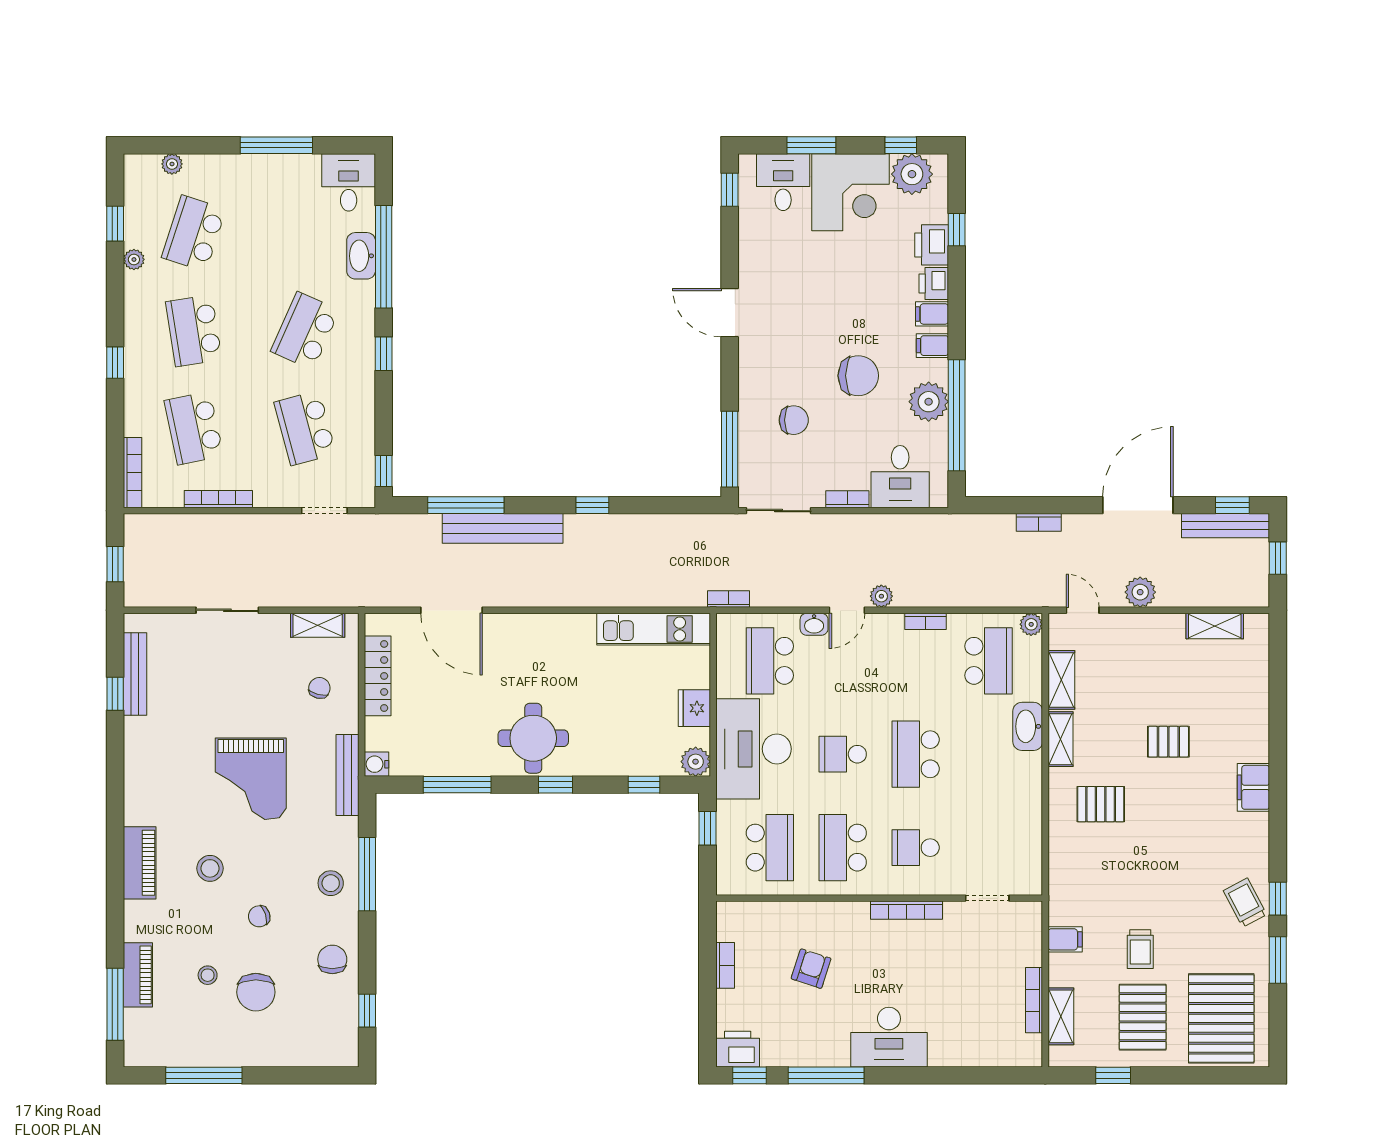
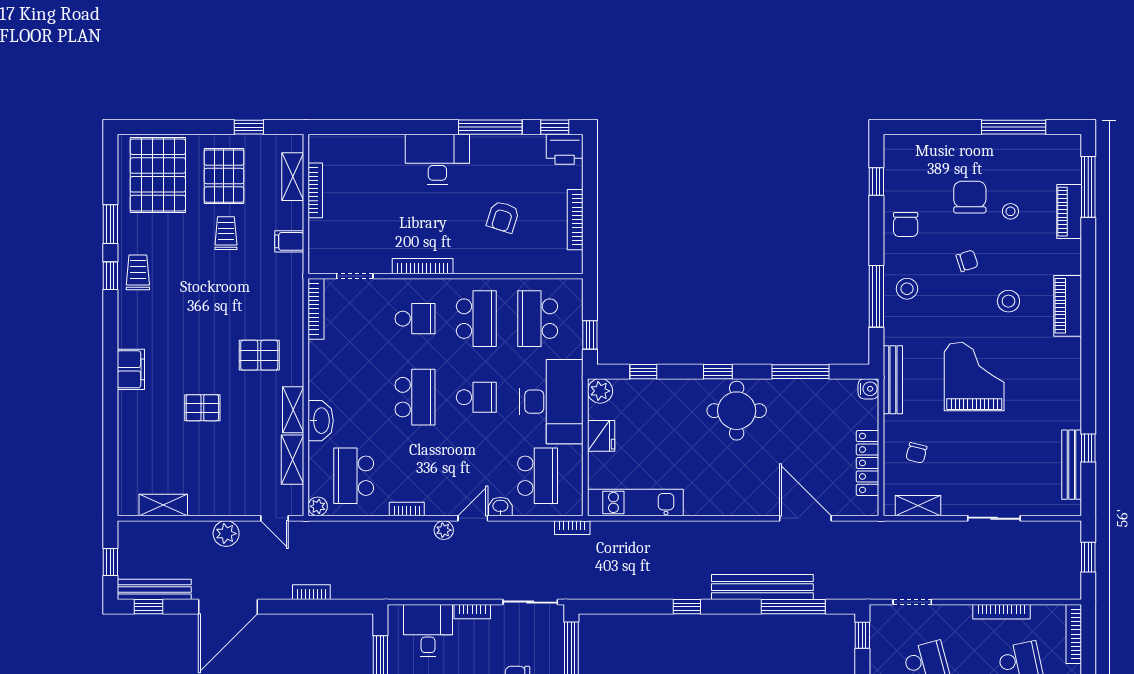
bookcase: (1033, 859) -> (316, 309), added
trolley: (1245, 903) -> (138, 272), turned -152
bookcase: (725, 965) -> (575, 220), width x1.56

